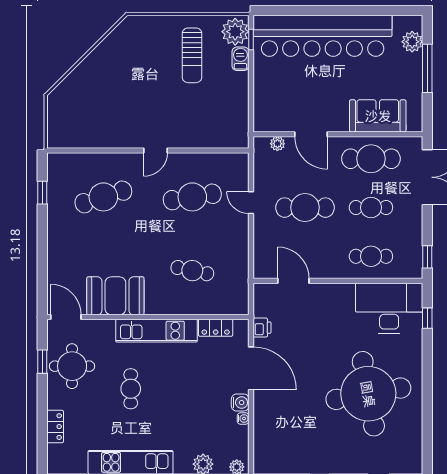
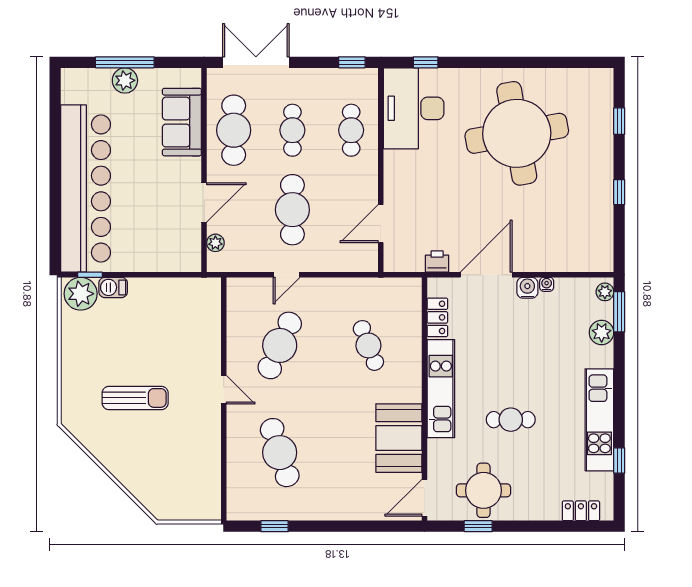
plant: (412, 42) -> (125, 80), moved
sun lounger: (192, 55) -> (135, 398), moved
cafe table: (192, 197) -> (280, 345), turned 33
cafe table: (192, 271) -> (368, 345), turned -33
locker: (55, 427) -> (581, 511), moved

